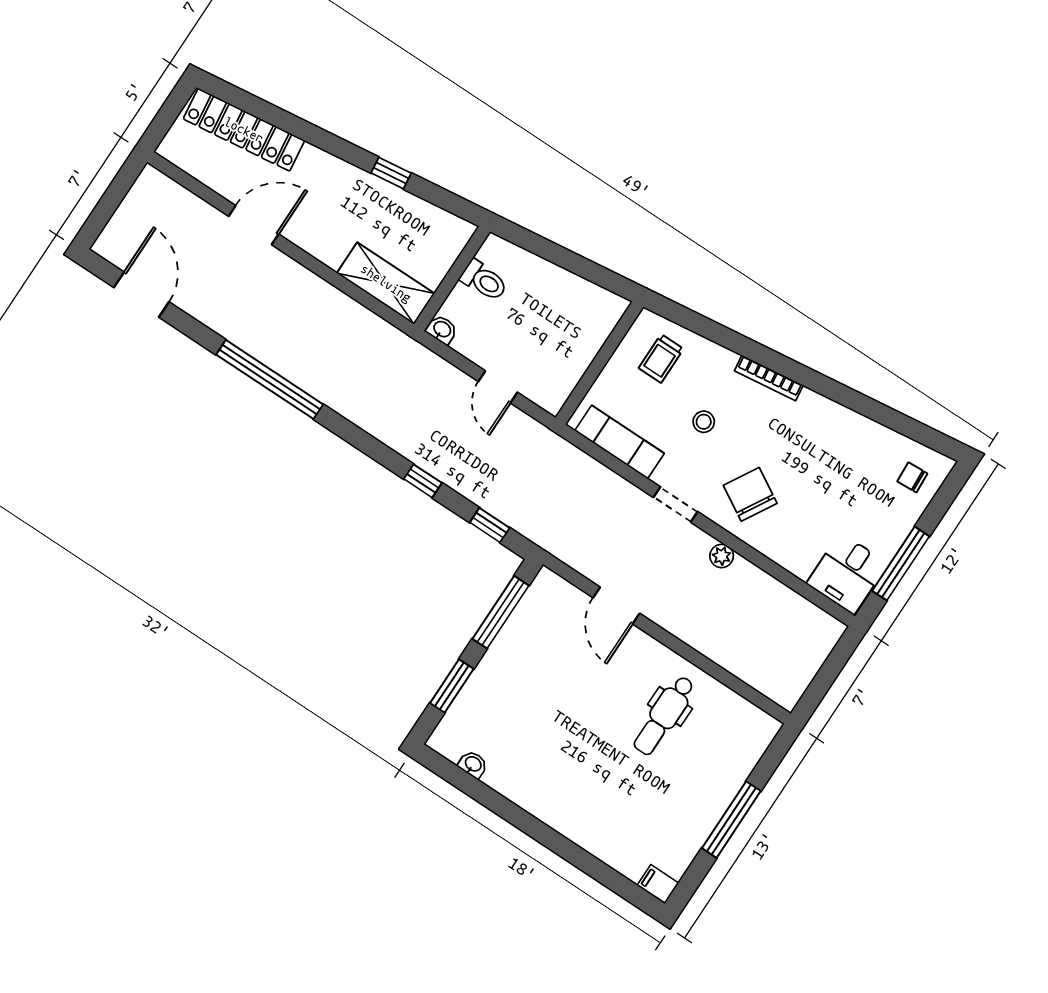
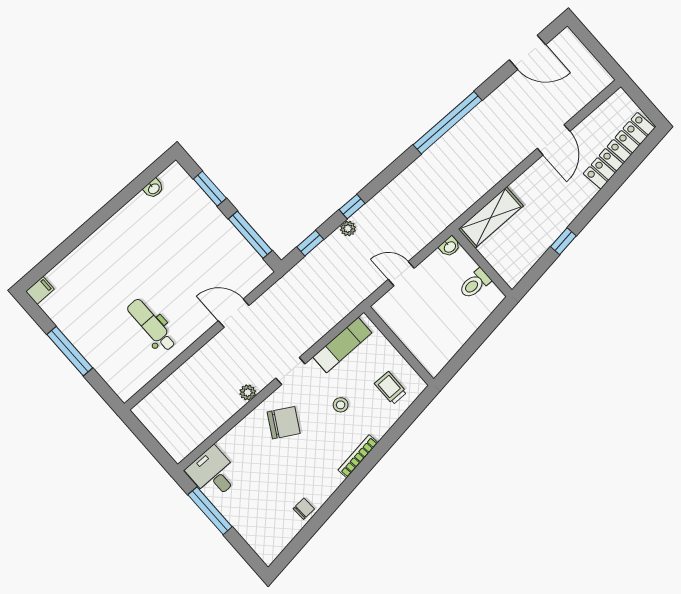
chair: (912, 477) -> (304, 509), moved
plant: (455, 478) -> (348, 229), added

